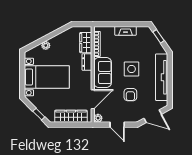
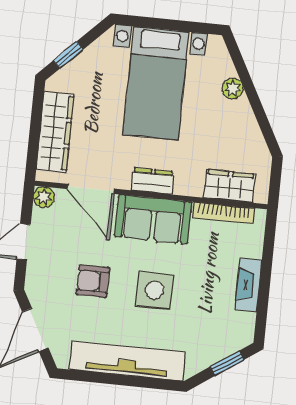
dresser: (87, 62) -> (152, 181), moved

